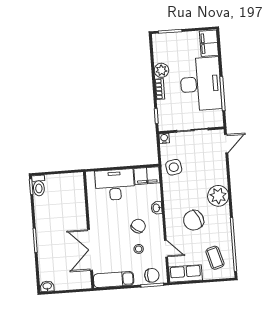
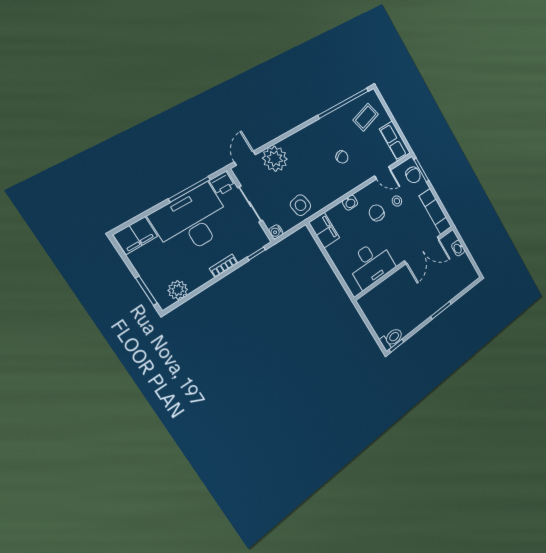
plant: (161, 70) -> (178, 290), moved
printer: (216, 118) -> (222, 184), added
door: (226, 144) -> (245, 158), hinge flipped
desk: (115, 185) -> (371, 264), moved, turned -90
plant: (218, 196) -> (275, 159), moved
chair: (194, 220) -> (342, 157), width x0.54, depth x0.54
chair: (138, 226) -> (377, 213), turned 55
door: (166, 249) -> (383, 173), swing flipped
chair: (152, 275) -> (413, 175), turned 180
washbasin: (47, 286) -> (458, 248), moved

